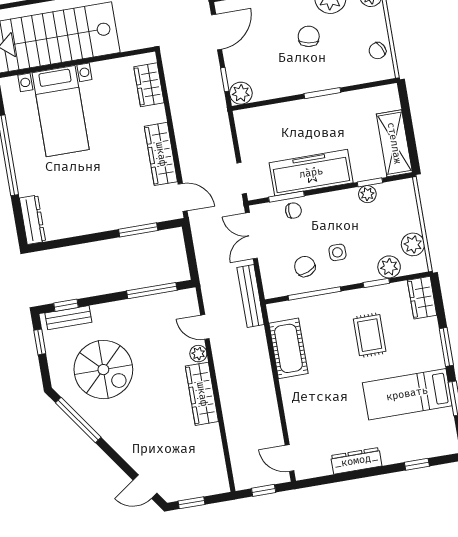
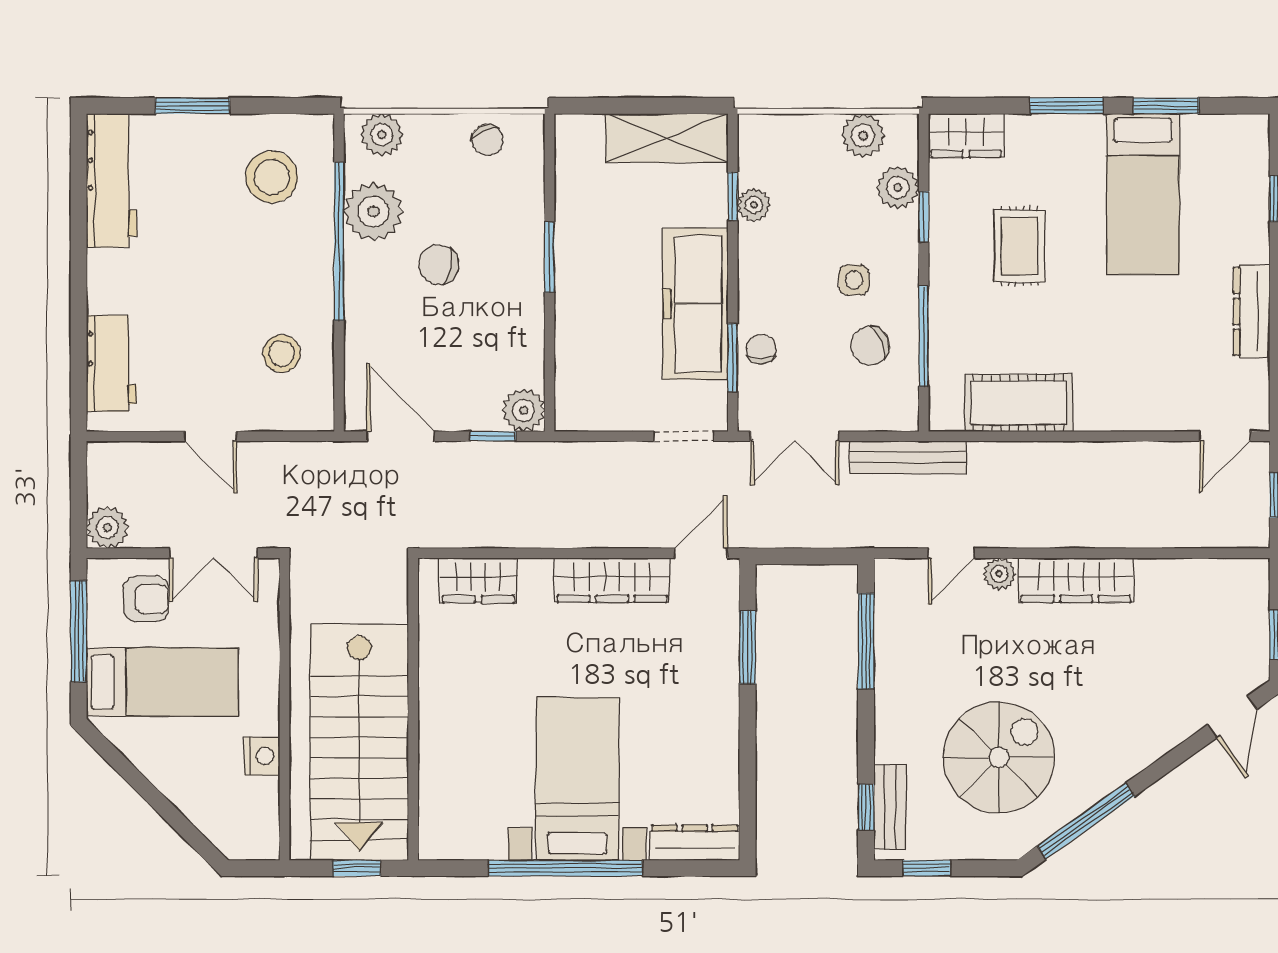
bed with nightstands: (61, 111) -> (577, 779), moved, turned -90
rug: (370, 335) -> (1020, 246), turned 90

